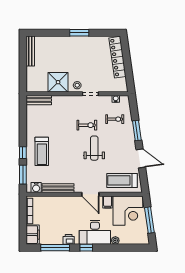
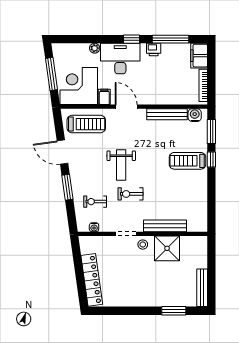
window: (79, 33) -> (174, 311), moved
bench: (39, 100) -> (165, 226), moved, width x1.36
treadmill: (42, 151) -> (187, 161), turned -90

